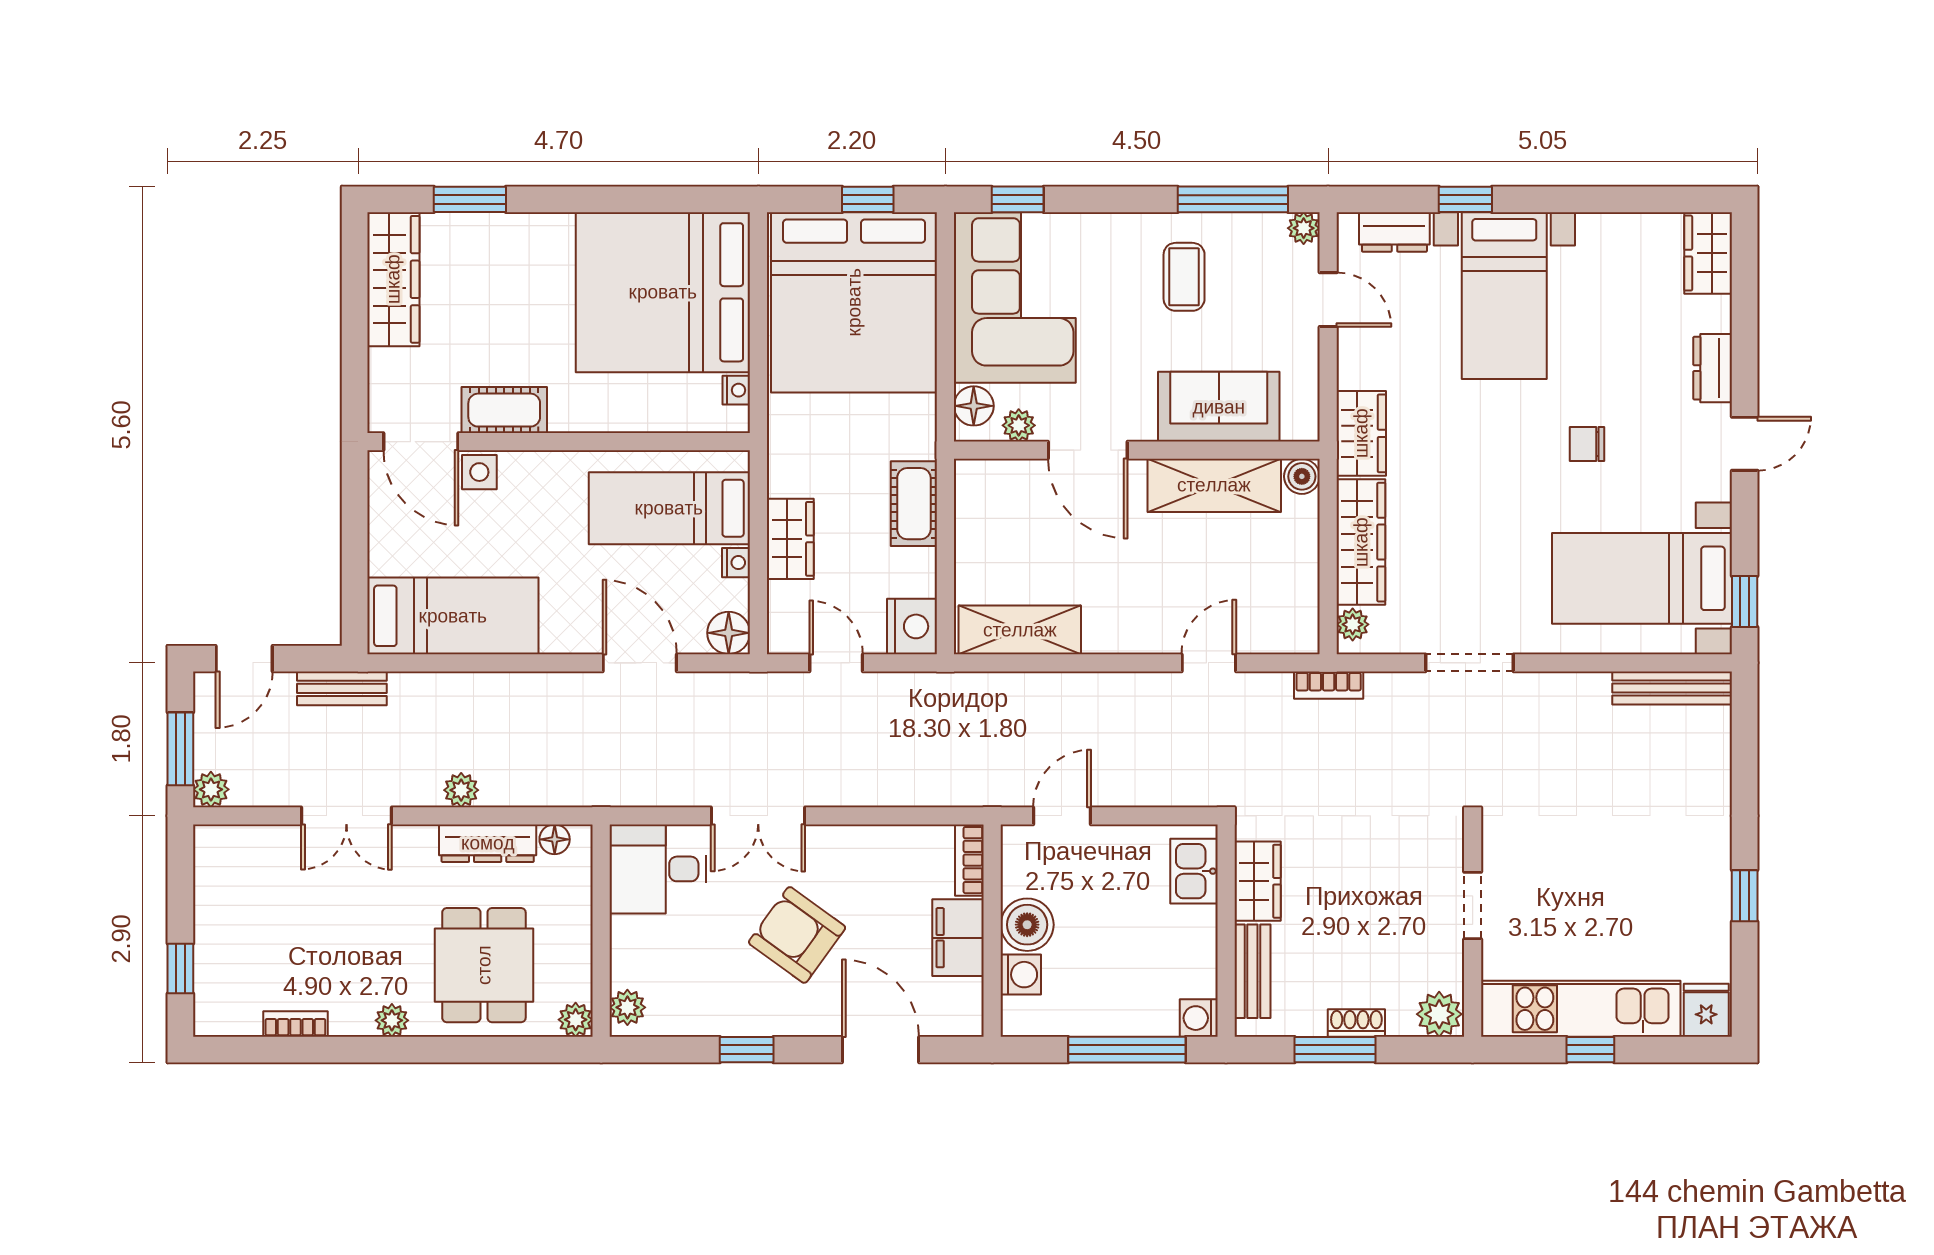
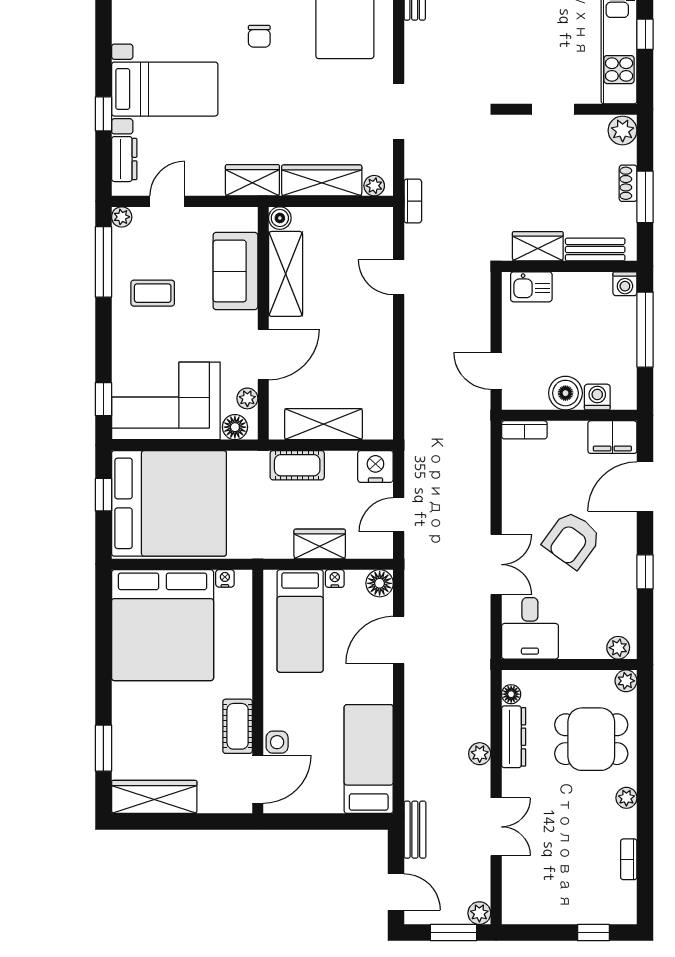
shelving: (1020, 630) -> (324, 424), moved, turned 90
filing cabinet: (958, 938) -> (612, 437), moved

